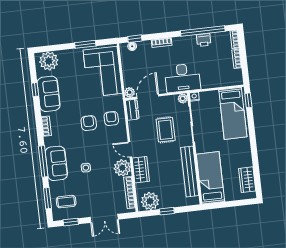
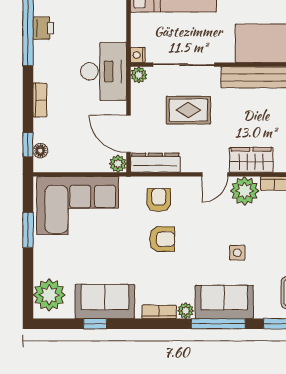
dresser: (132, 110) -> (155, 163), width x1.44
armchair: (111, 119) -> (159, 200), turned 90
armchair: (89, 123) -> (162, 239), turned 180
plant: (49, 142) -> (186, 311), added

